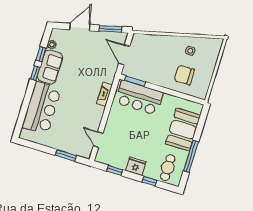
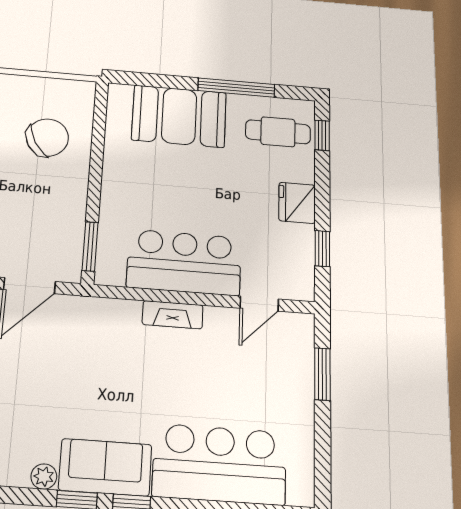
chair: (184, 75) -> (47, 138), turned -120
fireplace: (105, 94) -> (173, 315), moved
bar counter: (139, 98) -> (184, 262), moved, turned -90
window: (149, 181) -> (322, 135), moved

